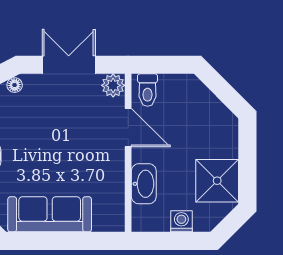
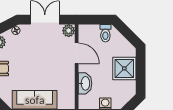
toilet: (148, 90) -> (105, 33), moved
shower: (217, 181) -> (124, 68), moved

